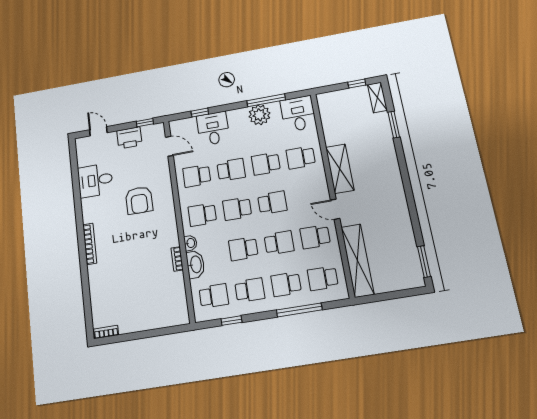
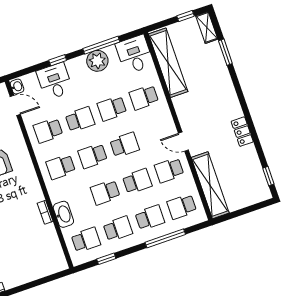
window: (200, 113) -> (58, 60), moved
shelving: (340, 169) -> (168, 63), moved, width x1.47
locker: (401, 209) -> (242, 132), added
washbasin: (190, 243) -> (17, 87), moved
window: (424, 262) -> (268, 176), width x0.67
school desk: (286, 284) -> (150, 218), turned 180

